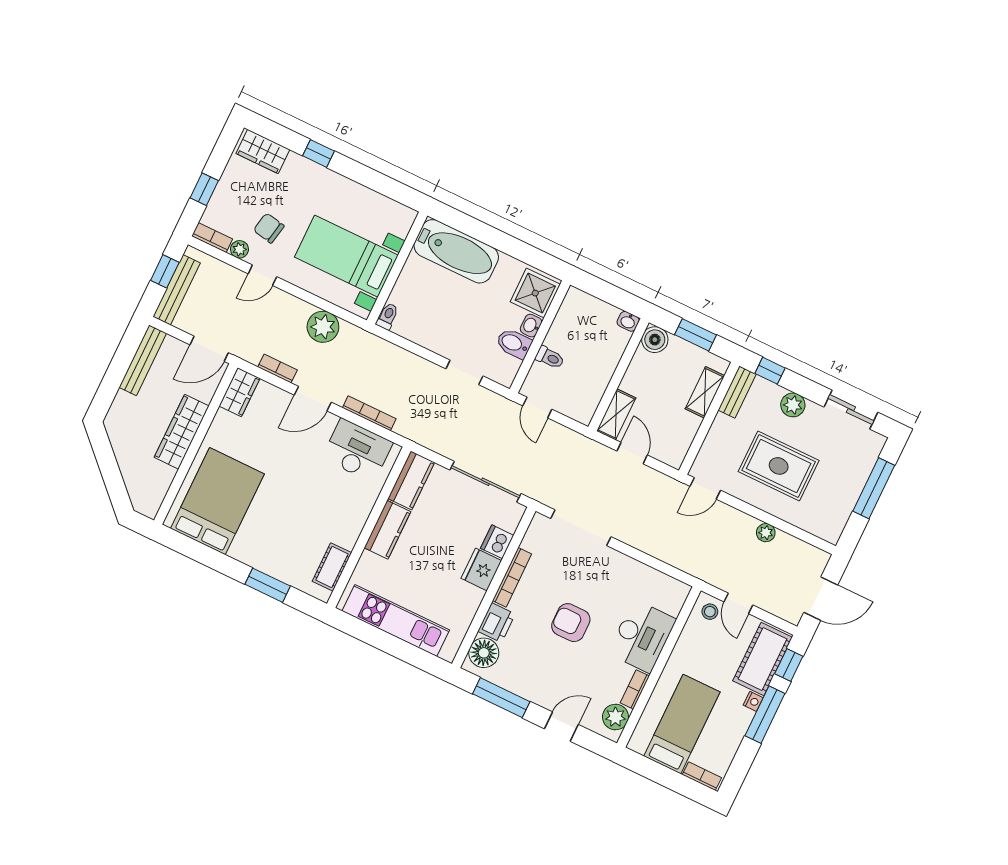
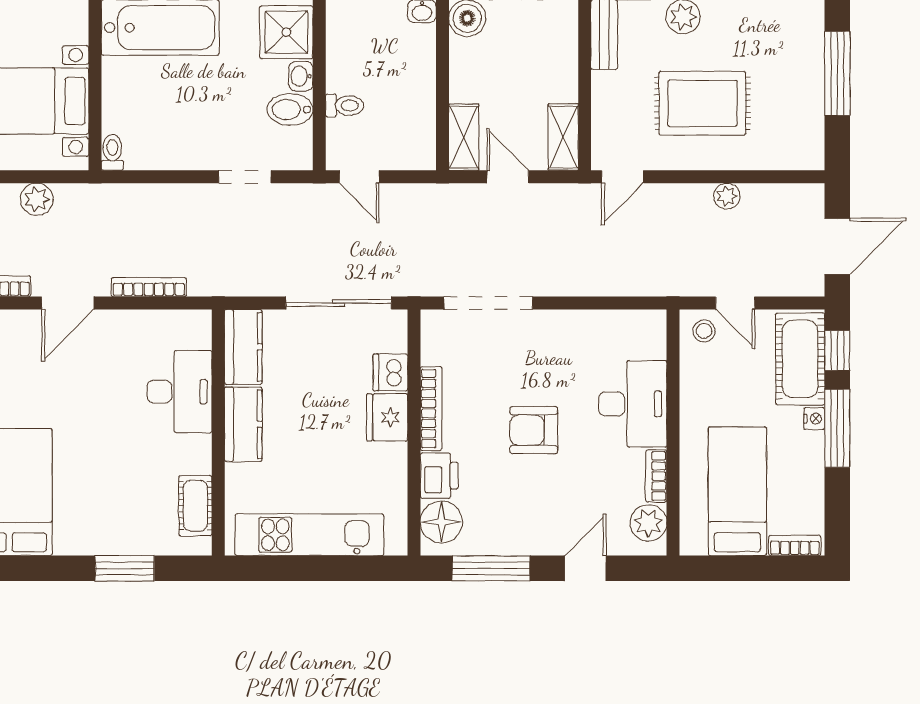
plant: (323, 327) -> (37, 199), width x0.73, depth x0.73
shelving: (705, 392) -> (563, 137), moved
desk: (357, 450) -> (179, 392), moved, turned 90

